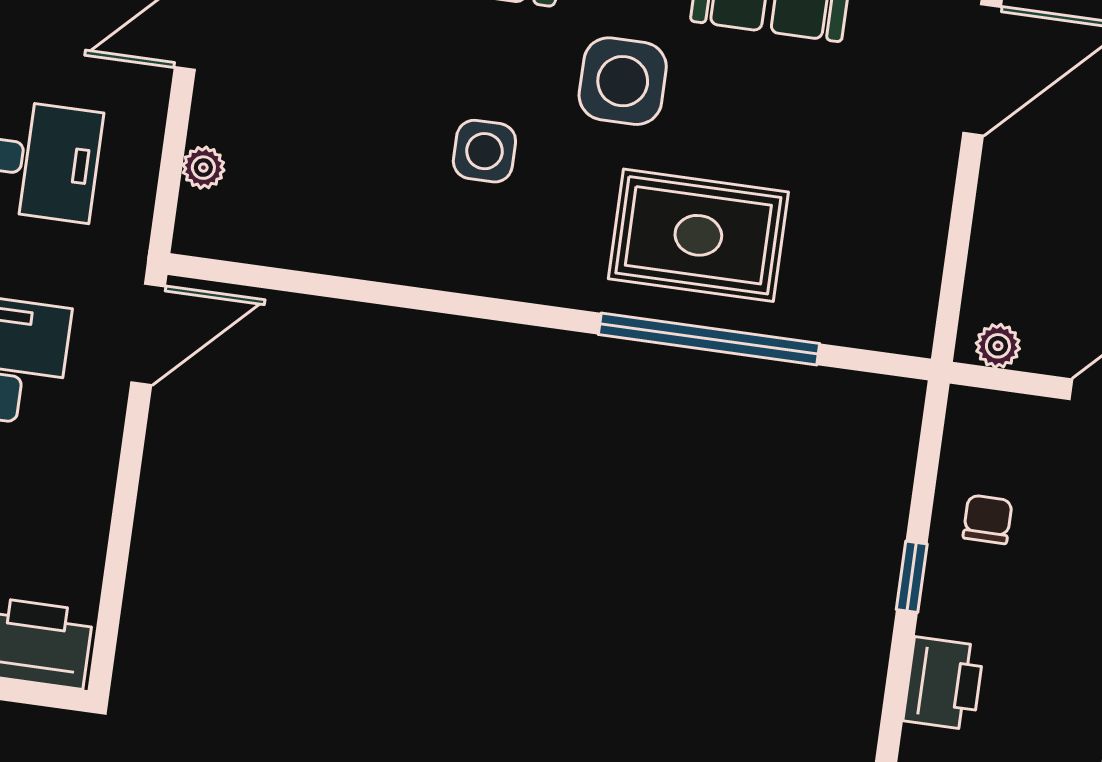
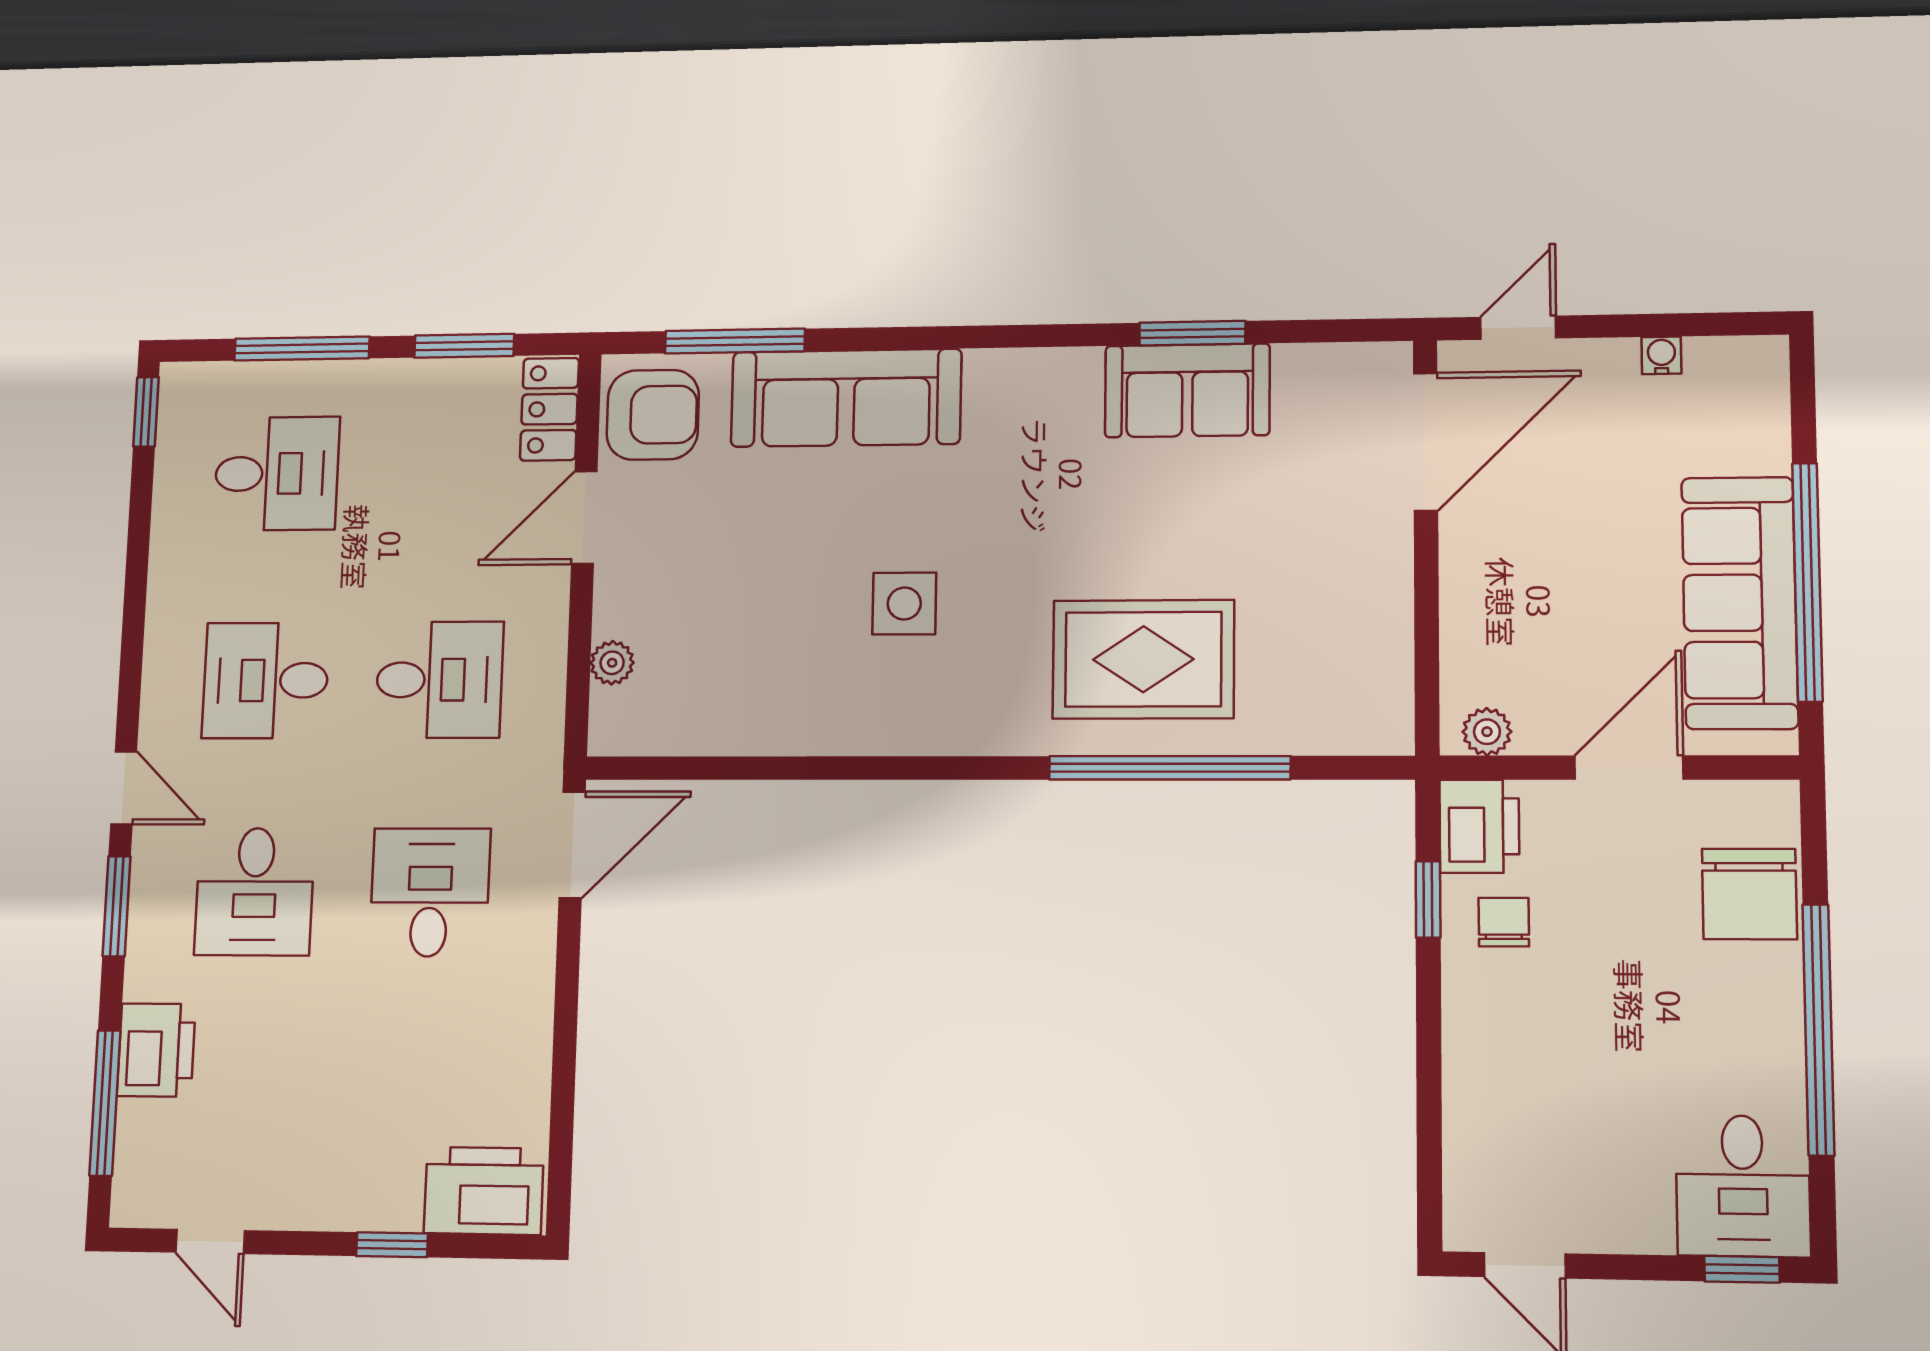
side table: (623, 81) -> (1042, 510), removed
window: (912, 577) -> (1428, 899), moved
printer: (944, 683) -> (1479, 826), moved

